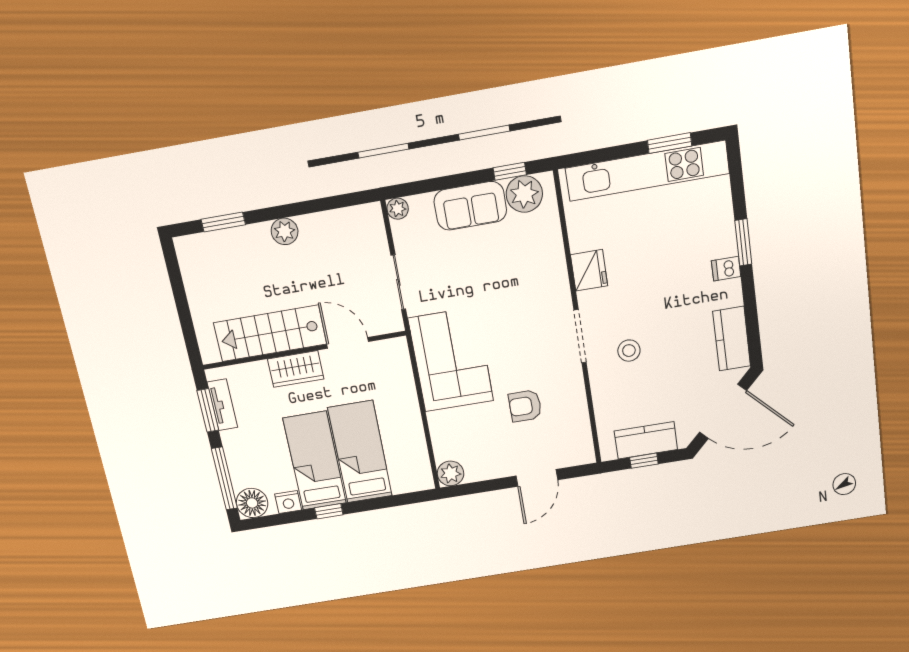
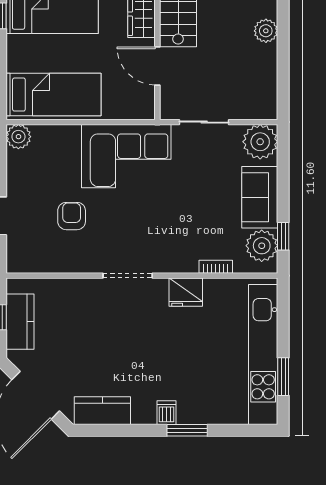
plant: (398, 209) -> (260, 142), width x1.88, depth x1.88
bookcase: (556, 242) -> (216, 267), added
door: (348, 343) -> (157, 66), swing flipped
stool: (629, 351) -> (107, 317), removed
bed: (360, 452) -> (54, 95), moved

